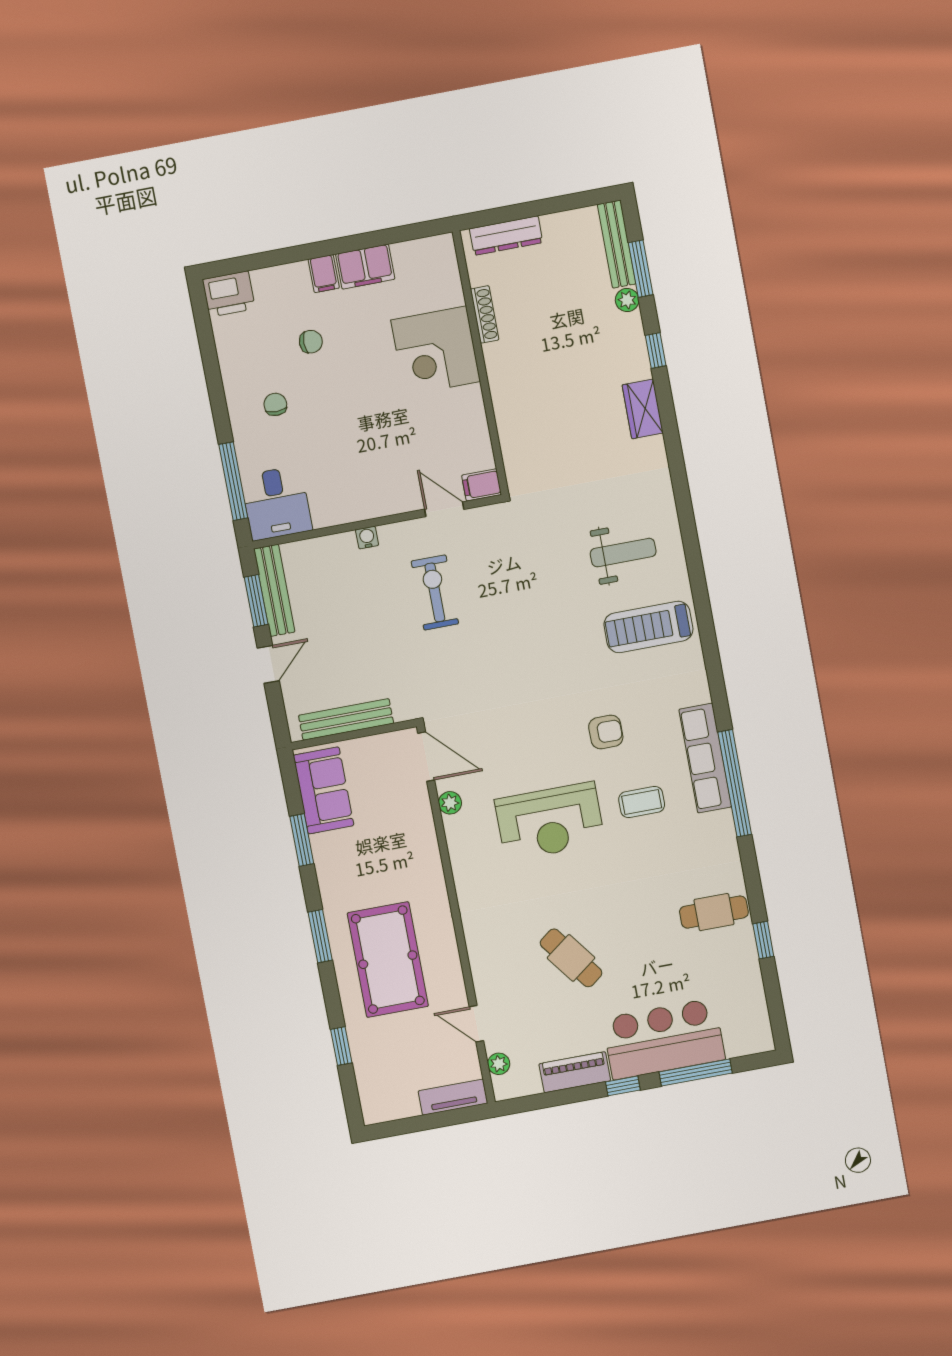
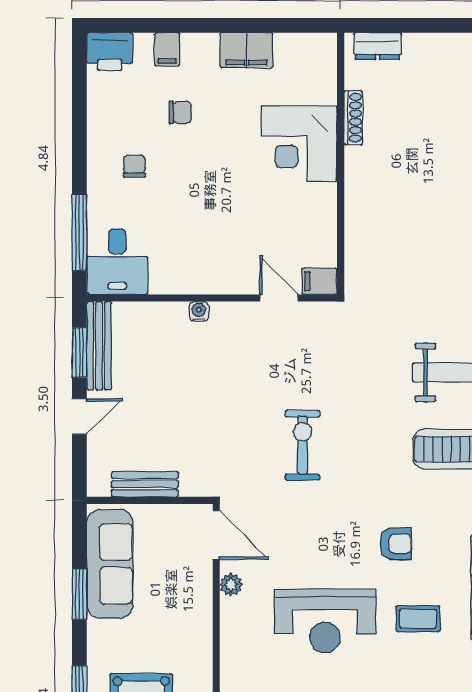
dresser: (506, 236) -> (378, 46), width x0.70
filing cabinet: (324, 274) -> (167, 49), moved
exercise bike: (435, 592) -> (302, 445), moved
bench: (346, 719) -> (145, 484), width x0.73
sofa: (324, 790) -> (110, 564), width x1.36

